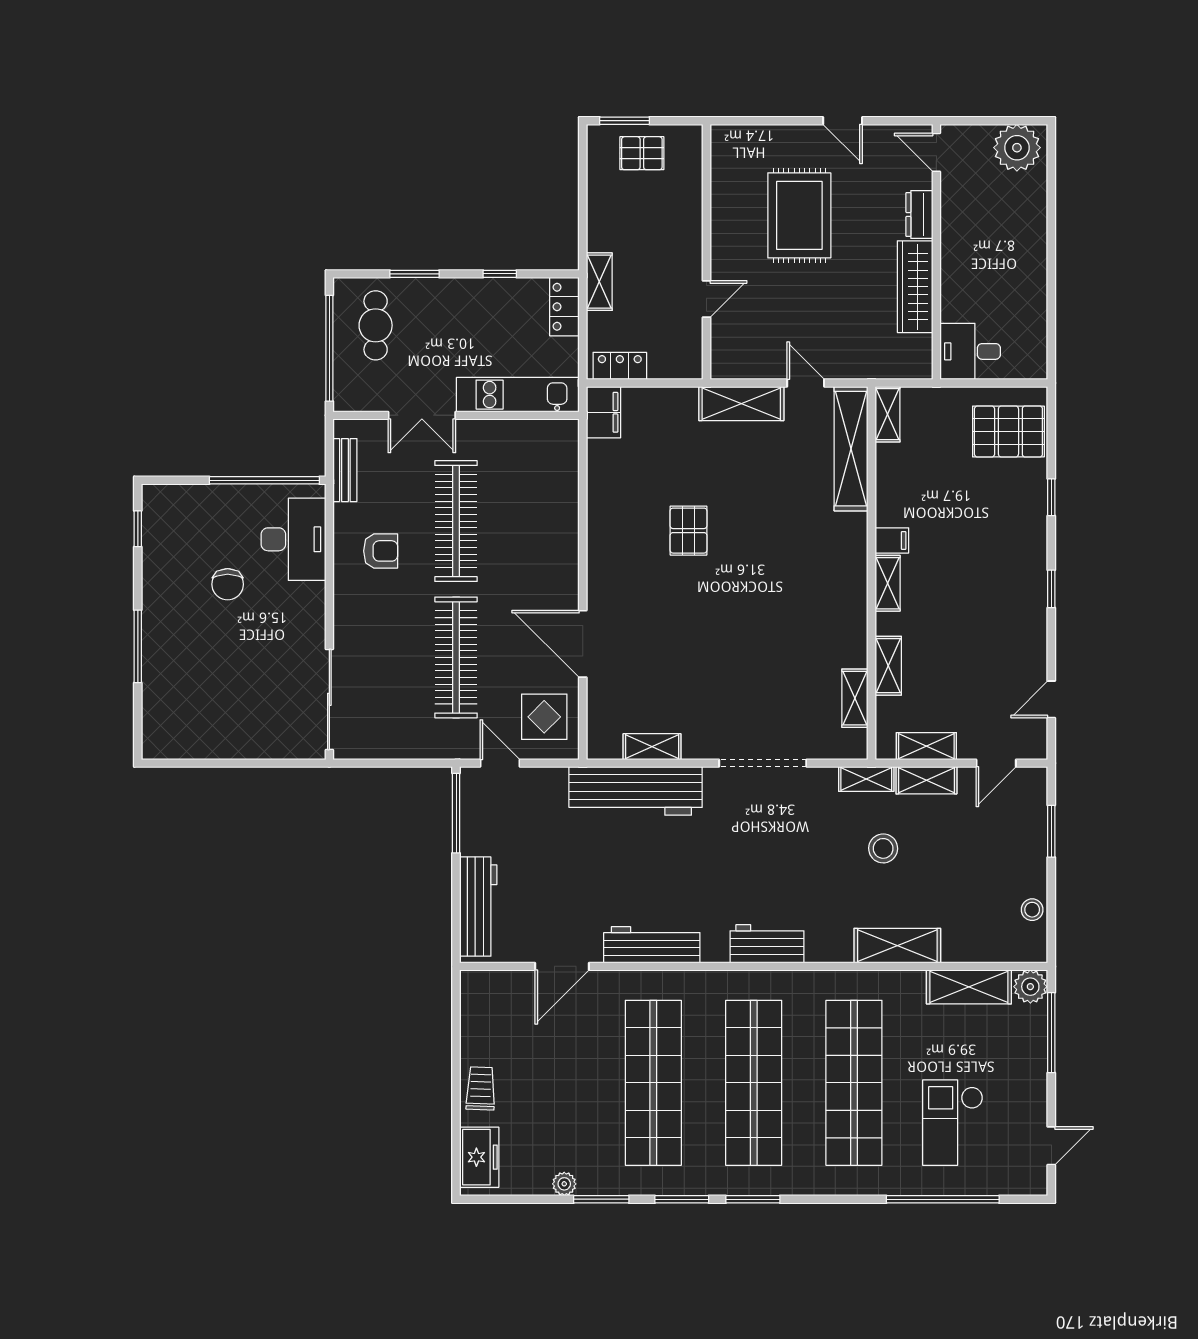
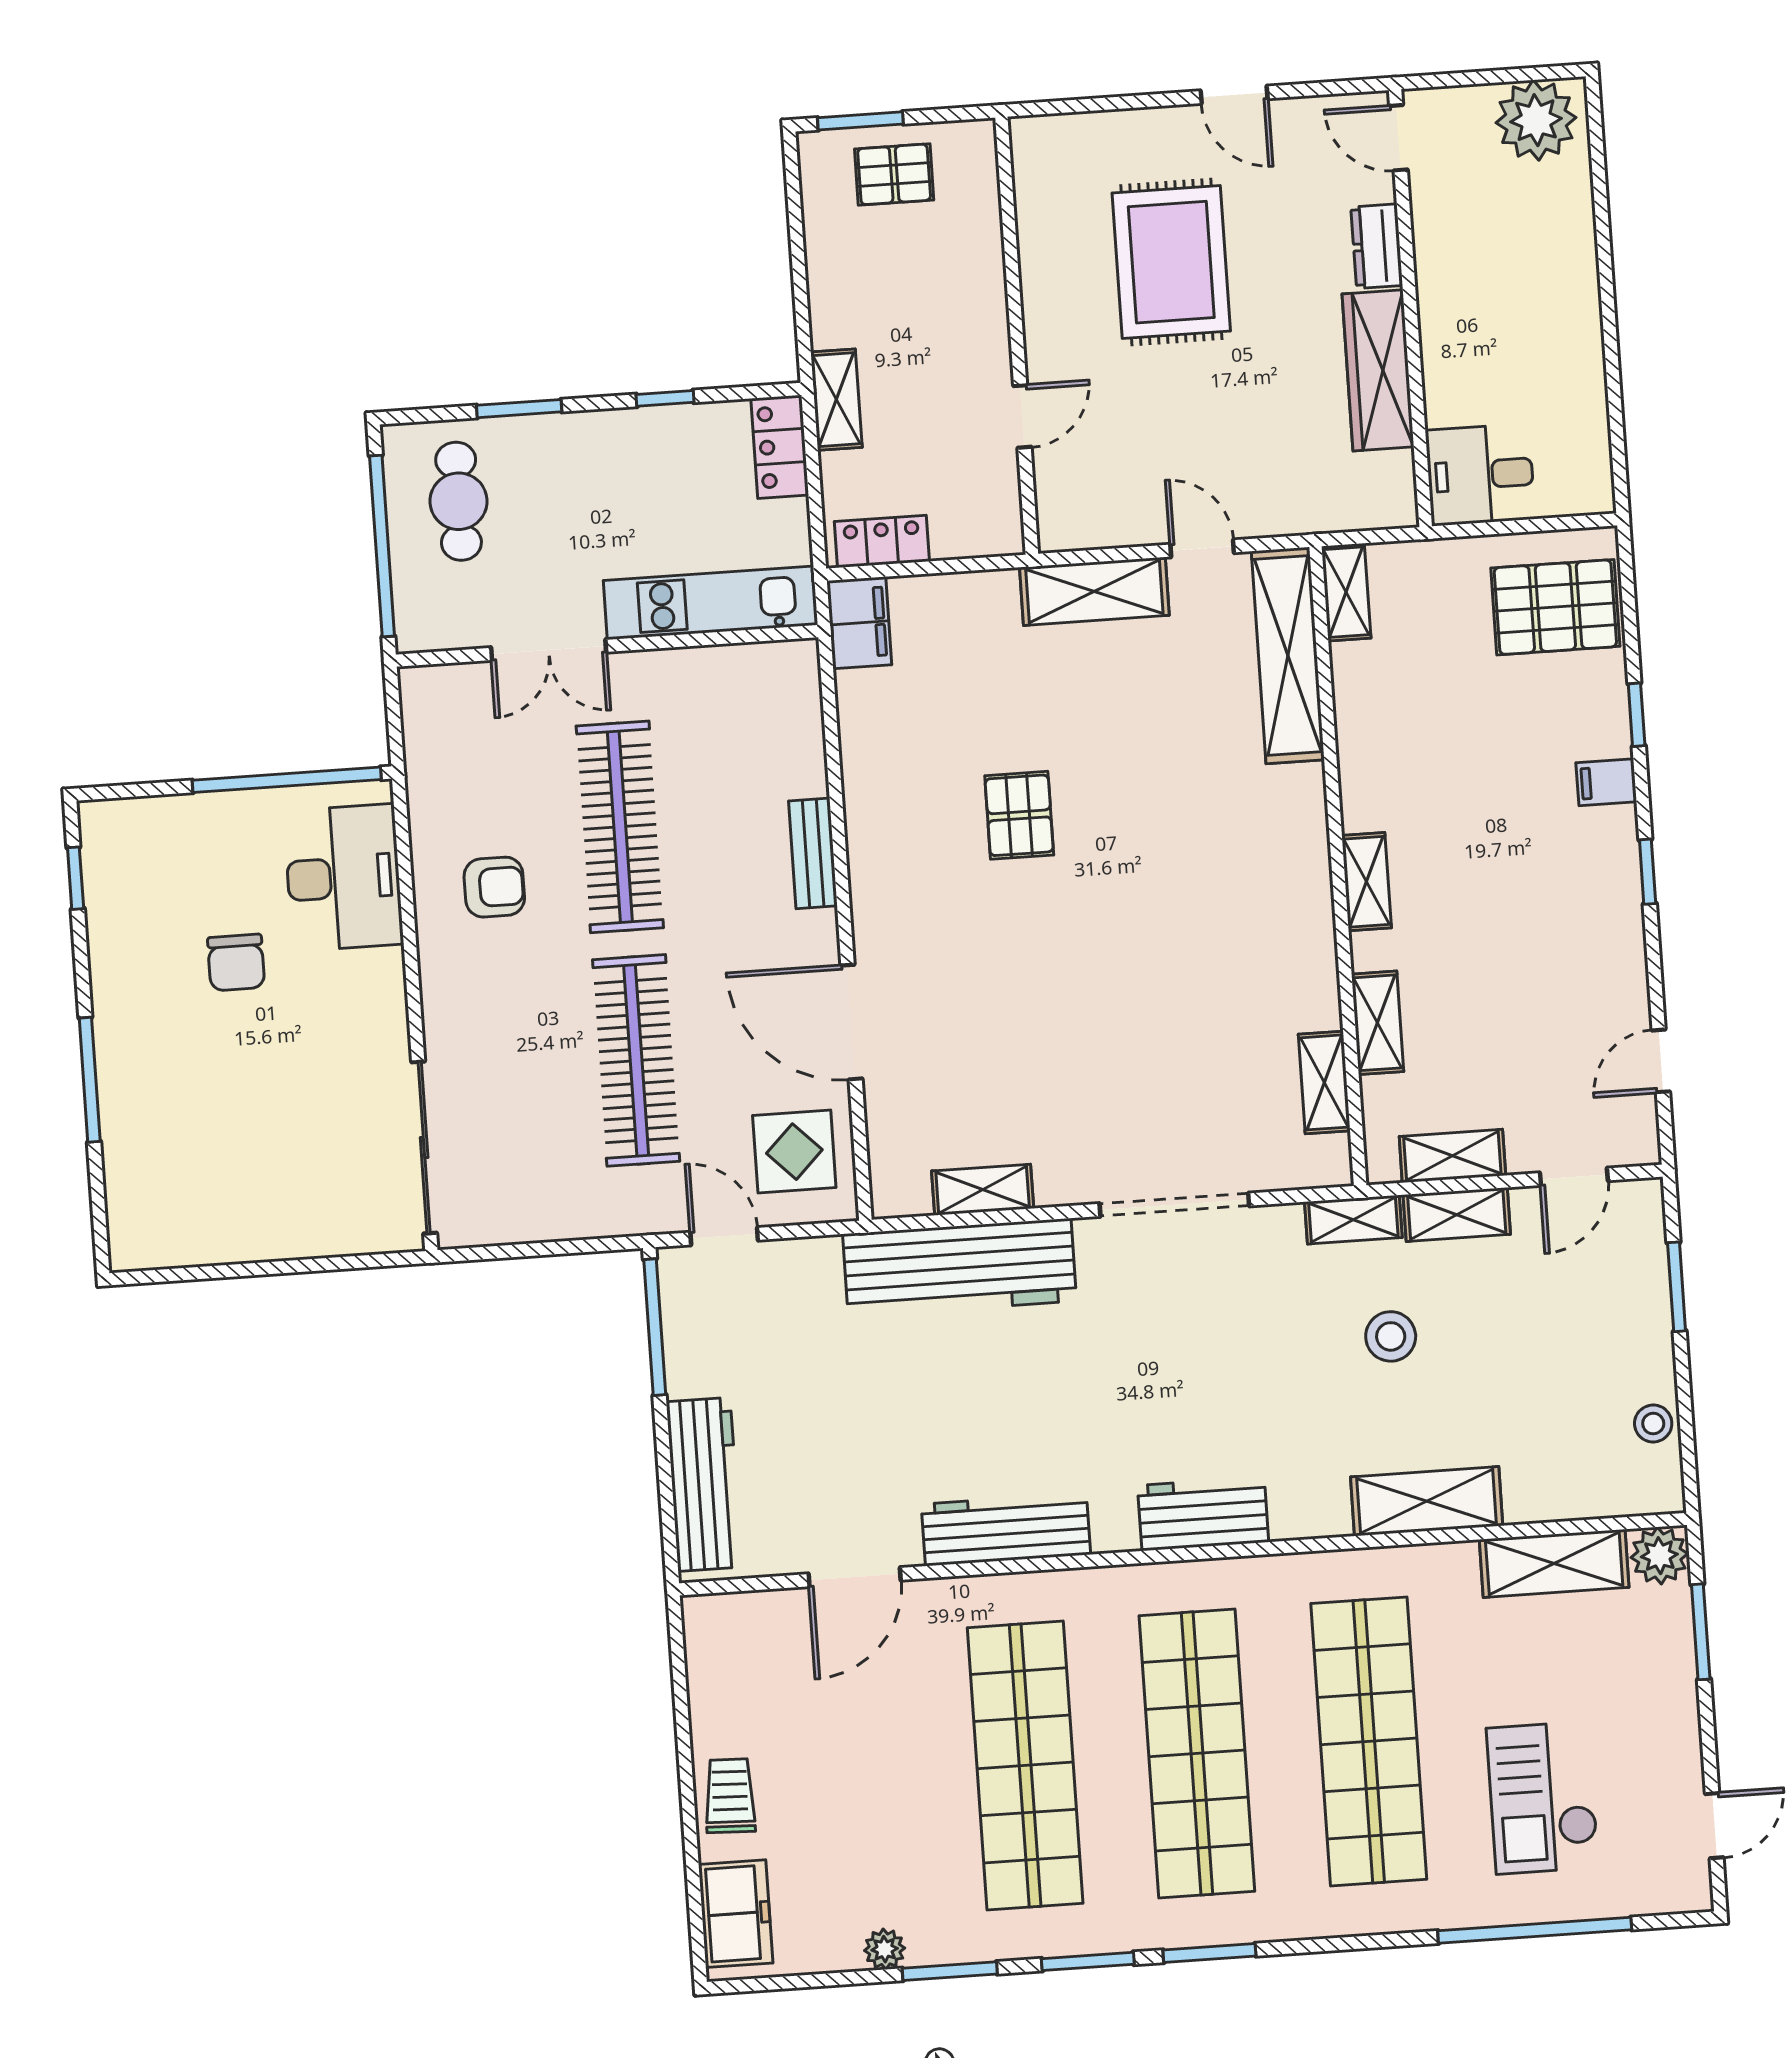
bench: (345, 470) -> (813, 853), moved
filing cabinet: (892, 540) -> (1606, 782), moved, turned 180
window: (1051, 1033) -> (1701, 1632), width x0.69

